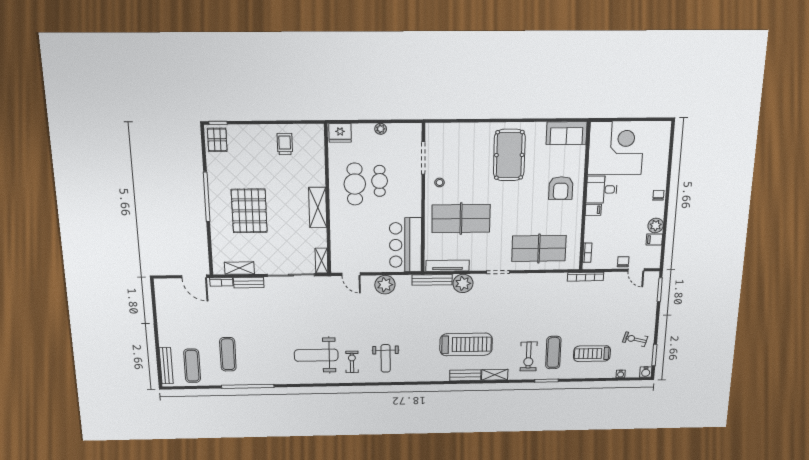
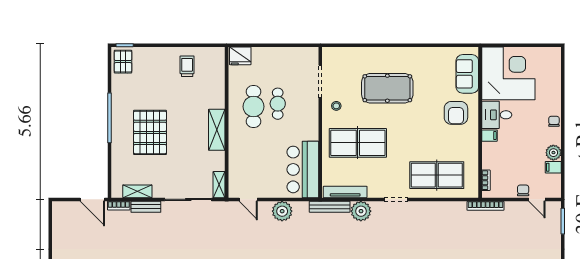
plant: (381, 129) -> (279, 52), removed
sofa: (567, 133) -> (467, 74), moved, turned 90
pool table: (509, 155) -> (387, 88), moved, turned 90

